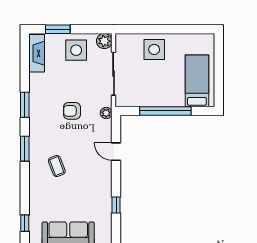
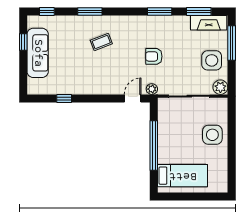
window: (58, 29) -> (232, 43), width x1.44
window: (25, 64) -> (199, 11), added
armchair: (72, 111) -> (154, 56), turned -90
window: (25, 149) -> (90, 11), moved
door: (116, 152) -> (133, 98), moved

